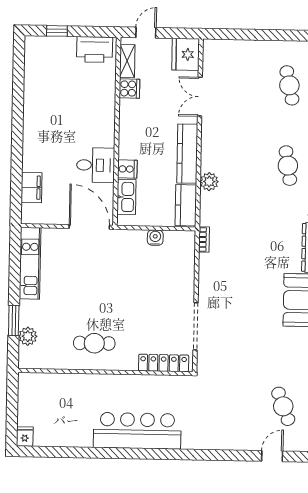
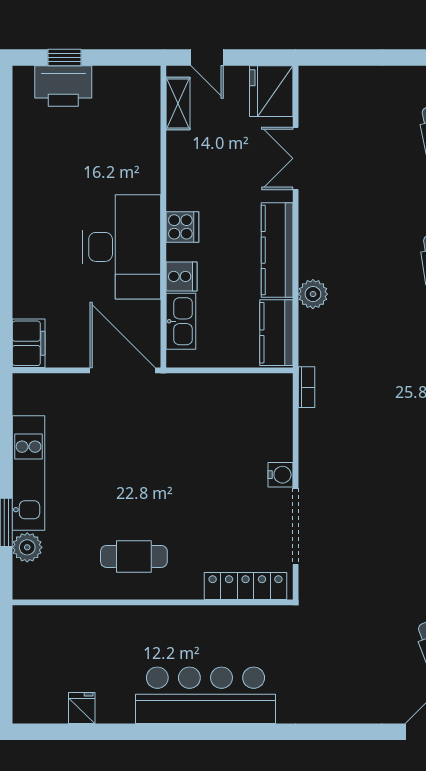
door: (146, 33) -> (207, 57), swing flipped
printer: (95, 49) -> (63, 86), moved
cooker: (129, 89) -> (182, 227), moved
desk: (96, 165) -> (122, 247), width x1.87, depth x1.30
filing cabinet: (31, 188) -> (29, 343), moved
water cooler: (155, 238) -> (280, 475), moved, turned 90
kitchen unit: (30, 263) -> (29, 473), moved
fridge: (25, 437) -> (82, 708), moved

